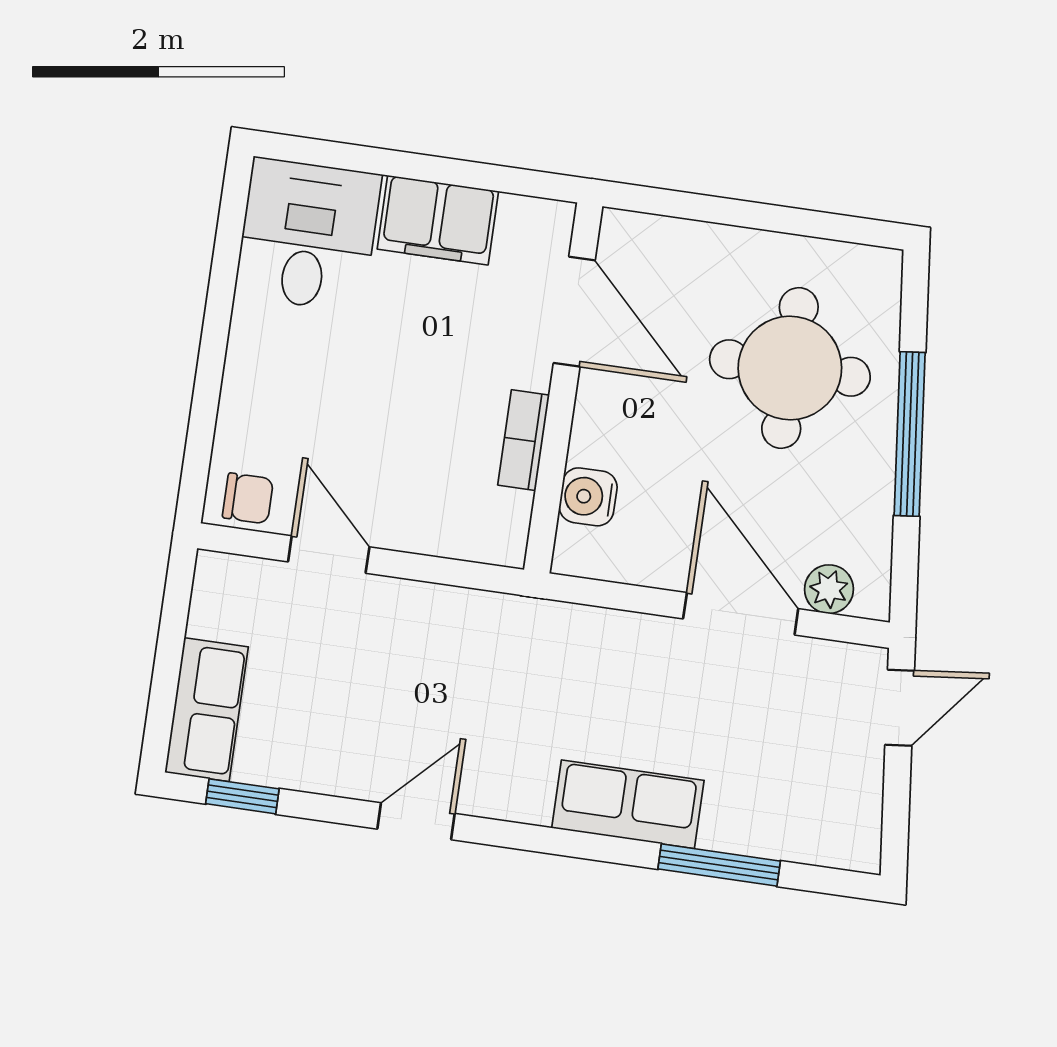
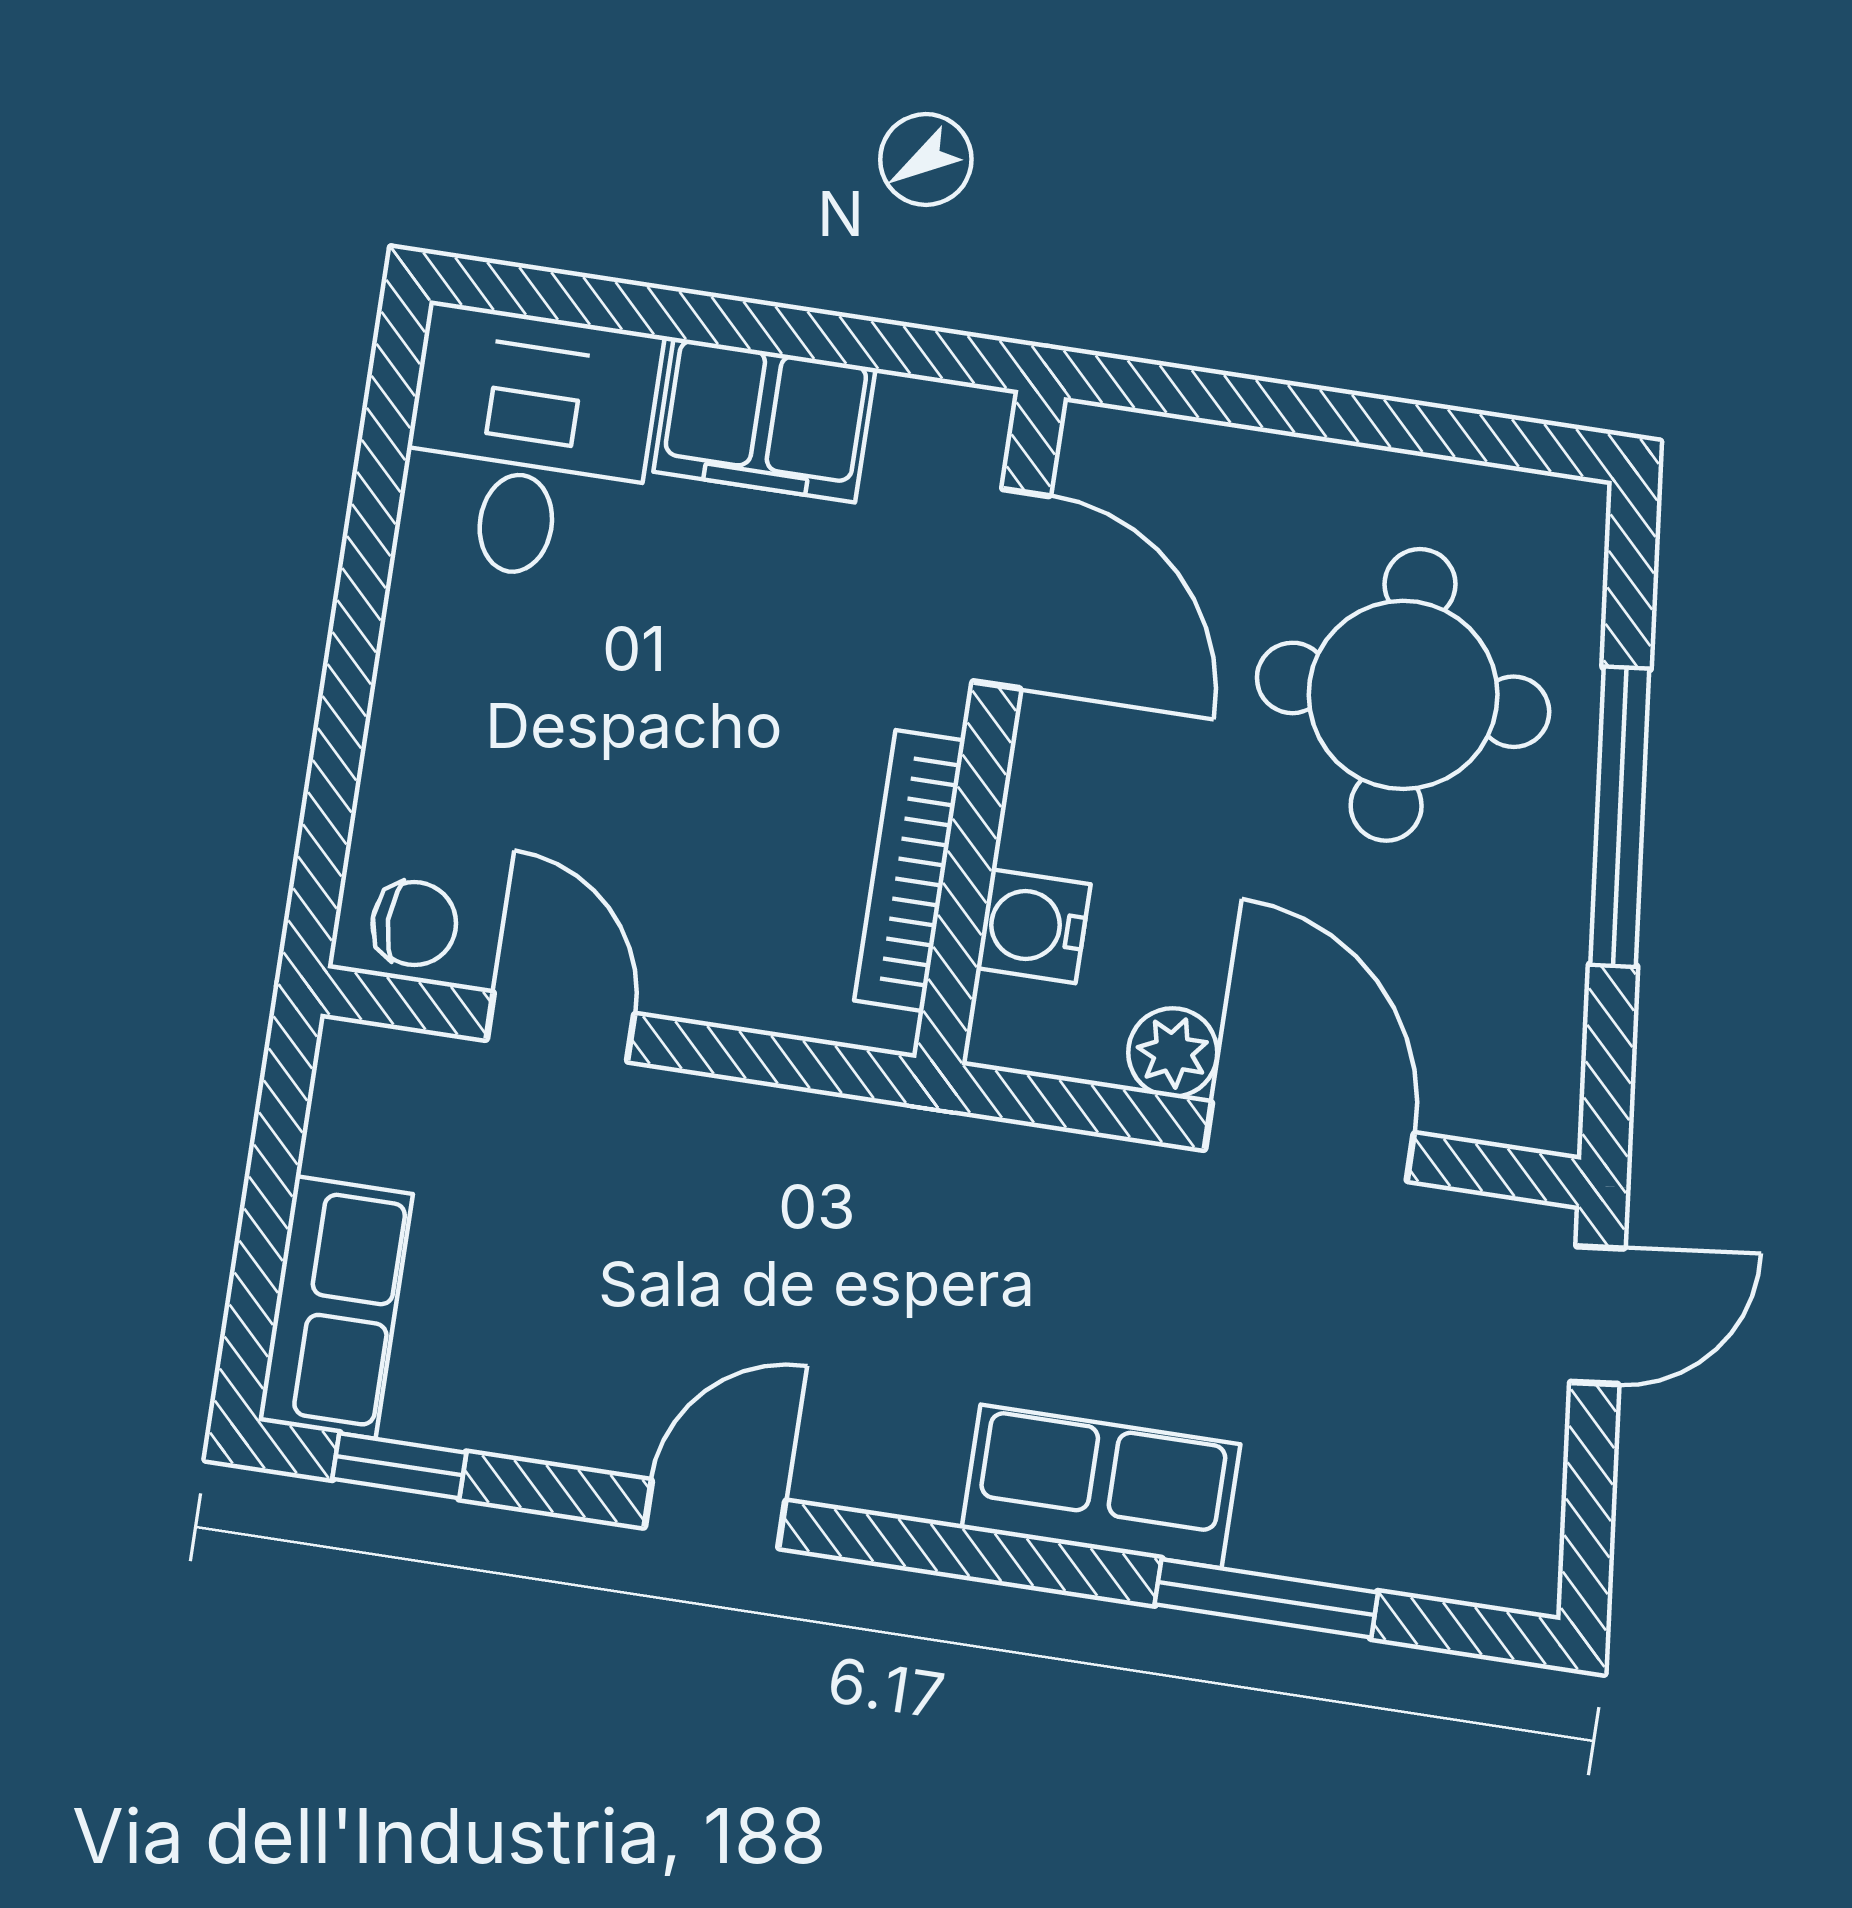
bookcase: (524, 440) -> (909, 871), width x1.56
plant: (829, 589) -> (1173, 1052), moved

